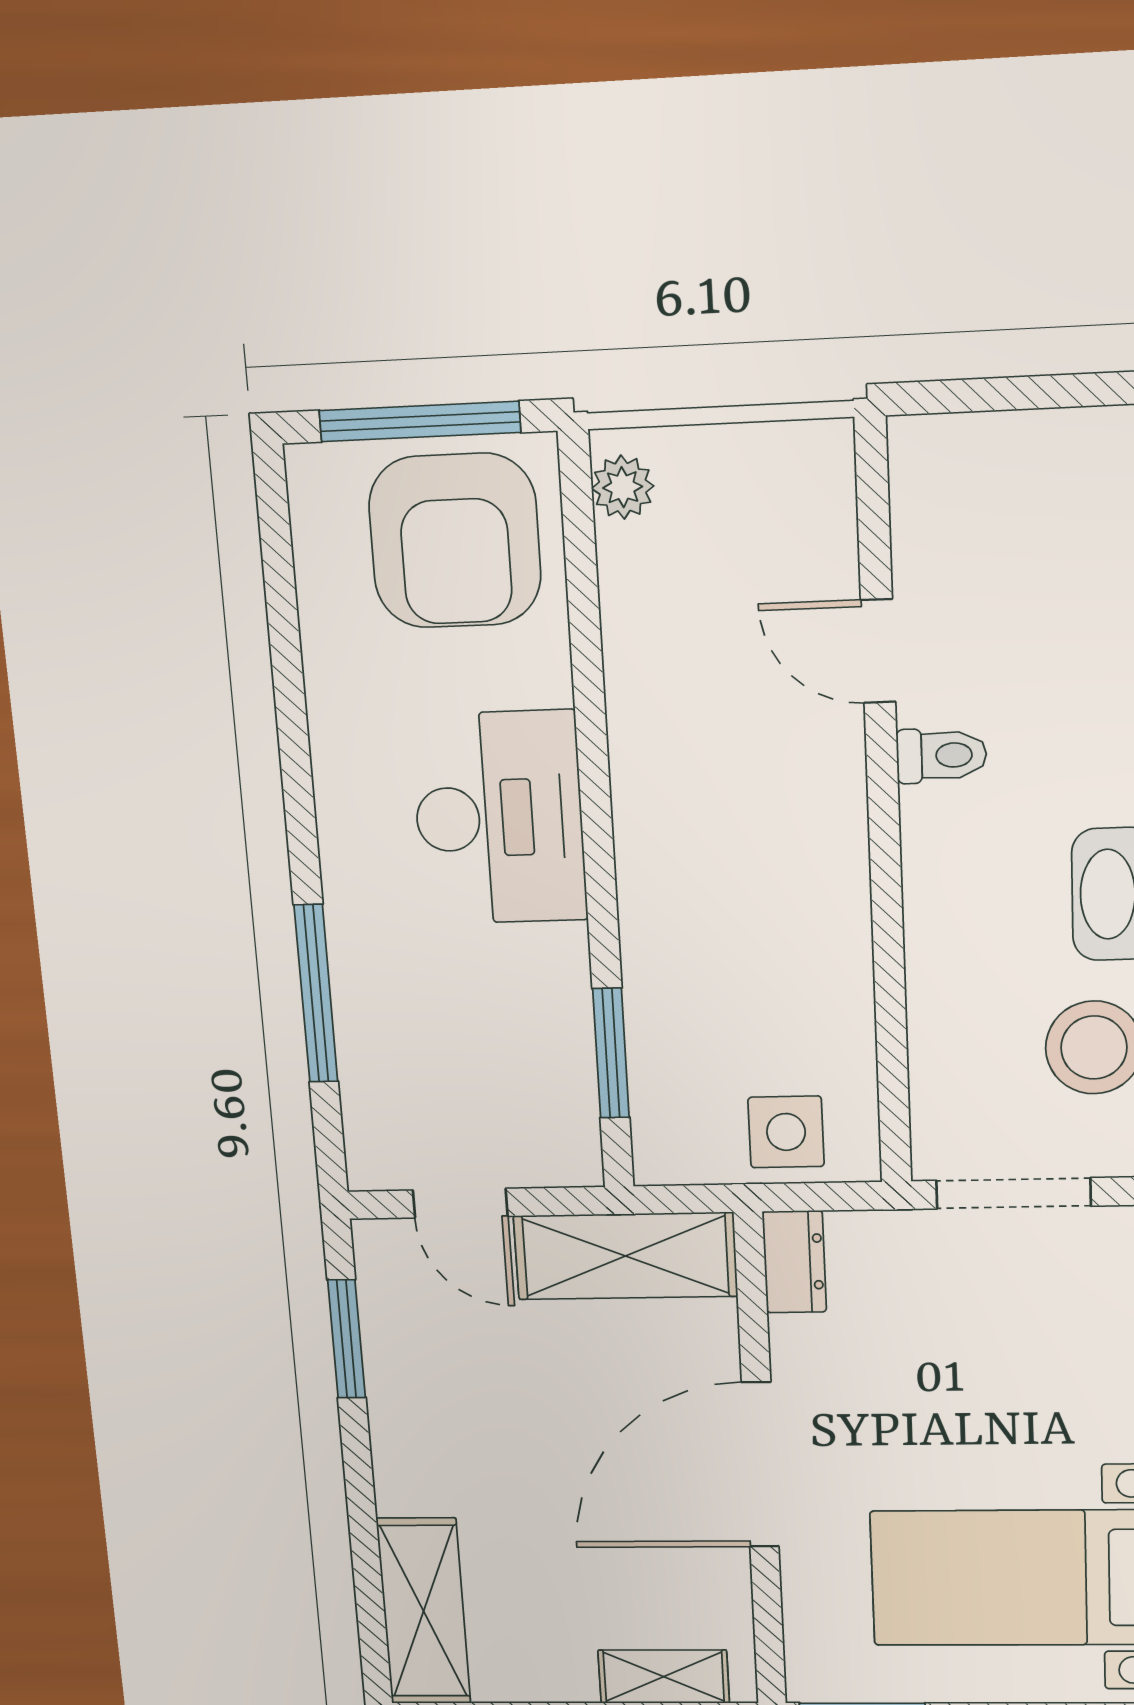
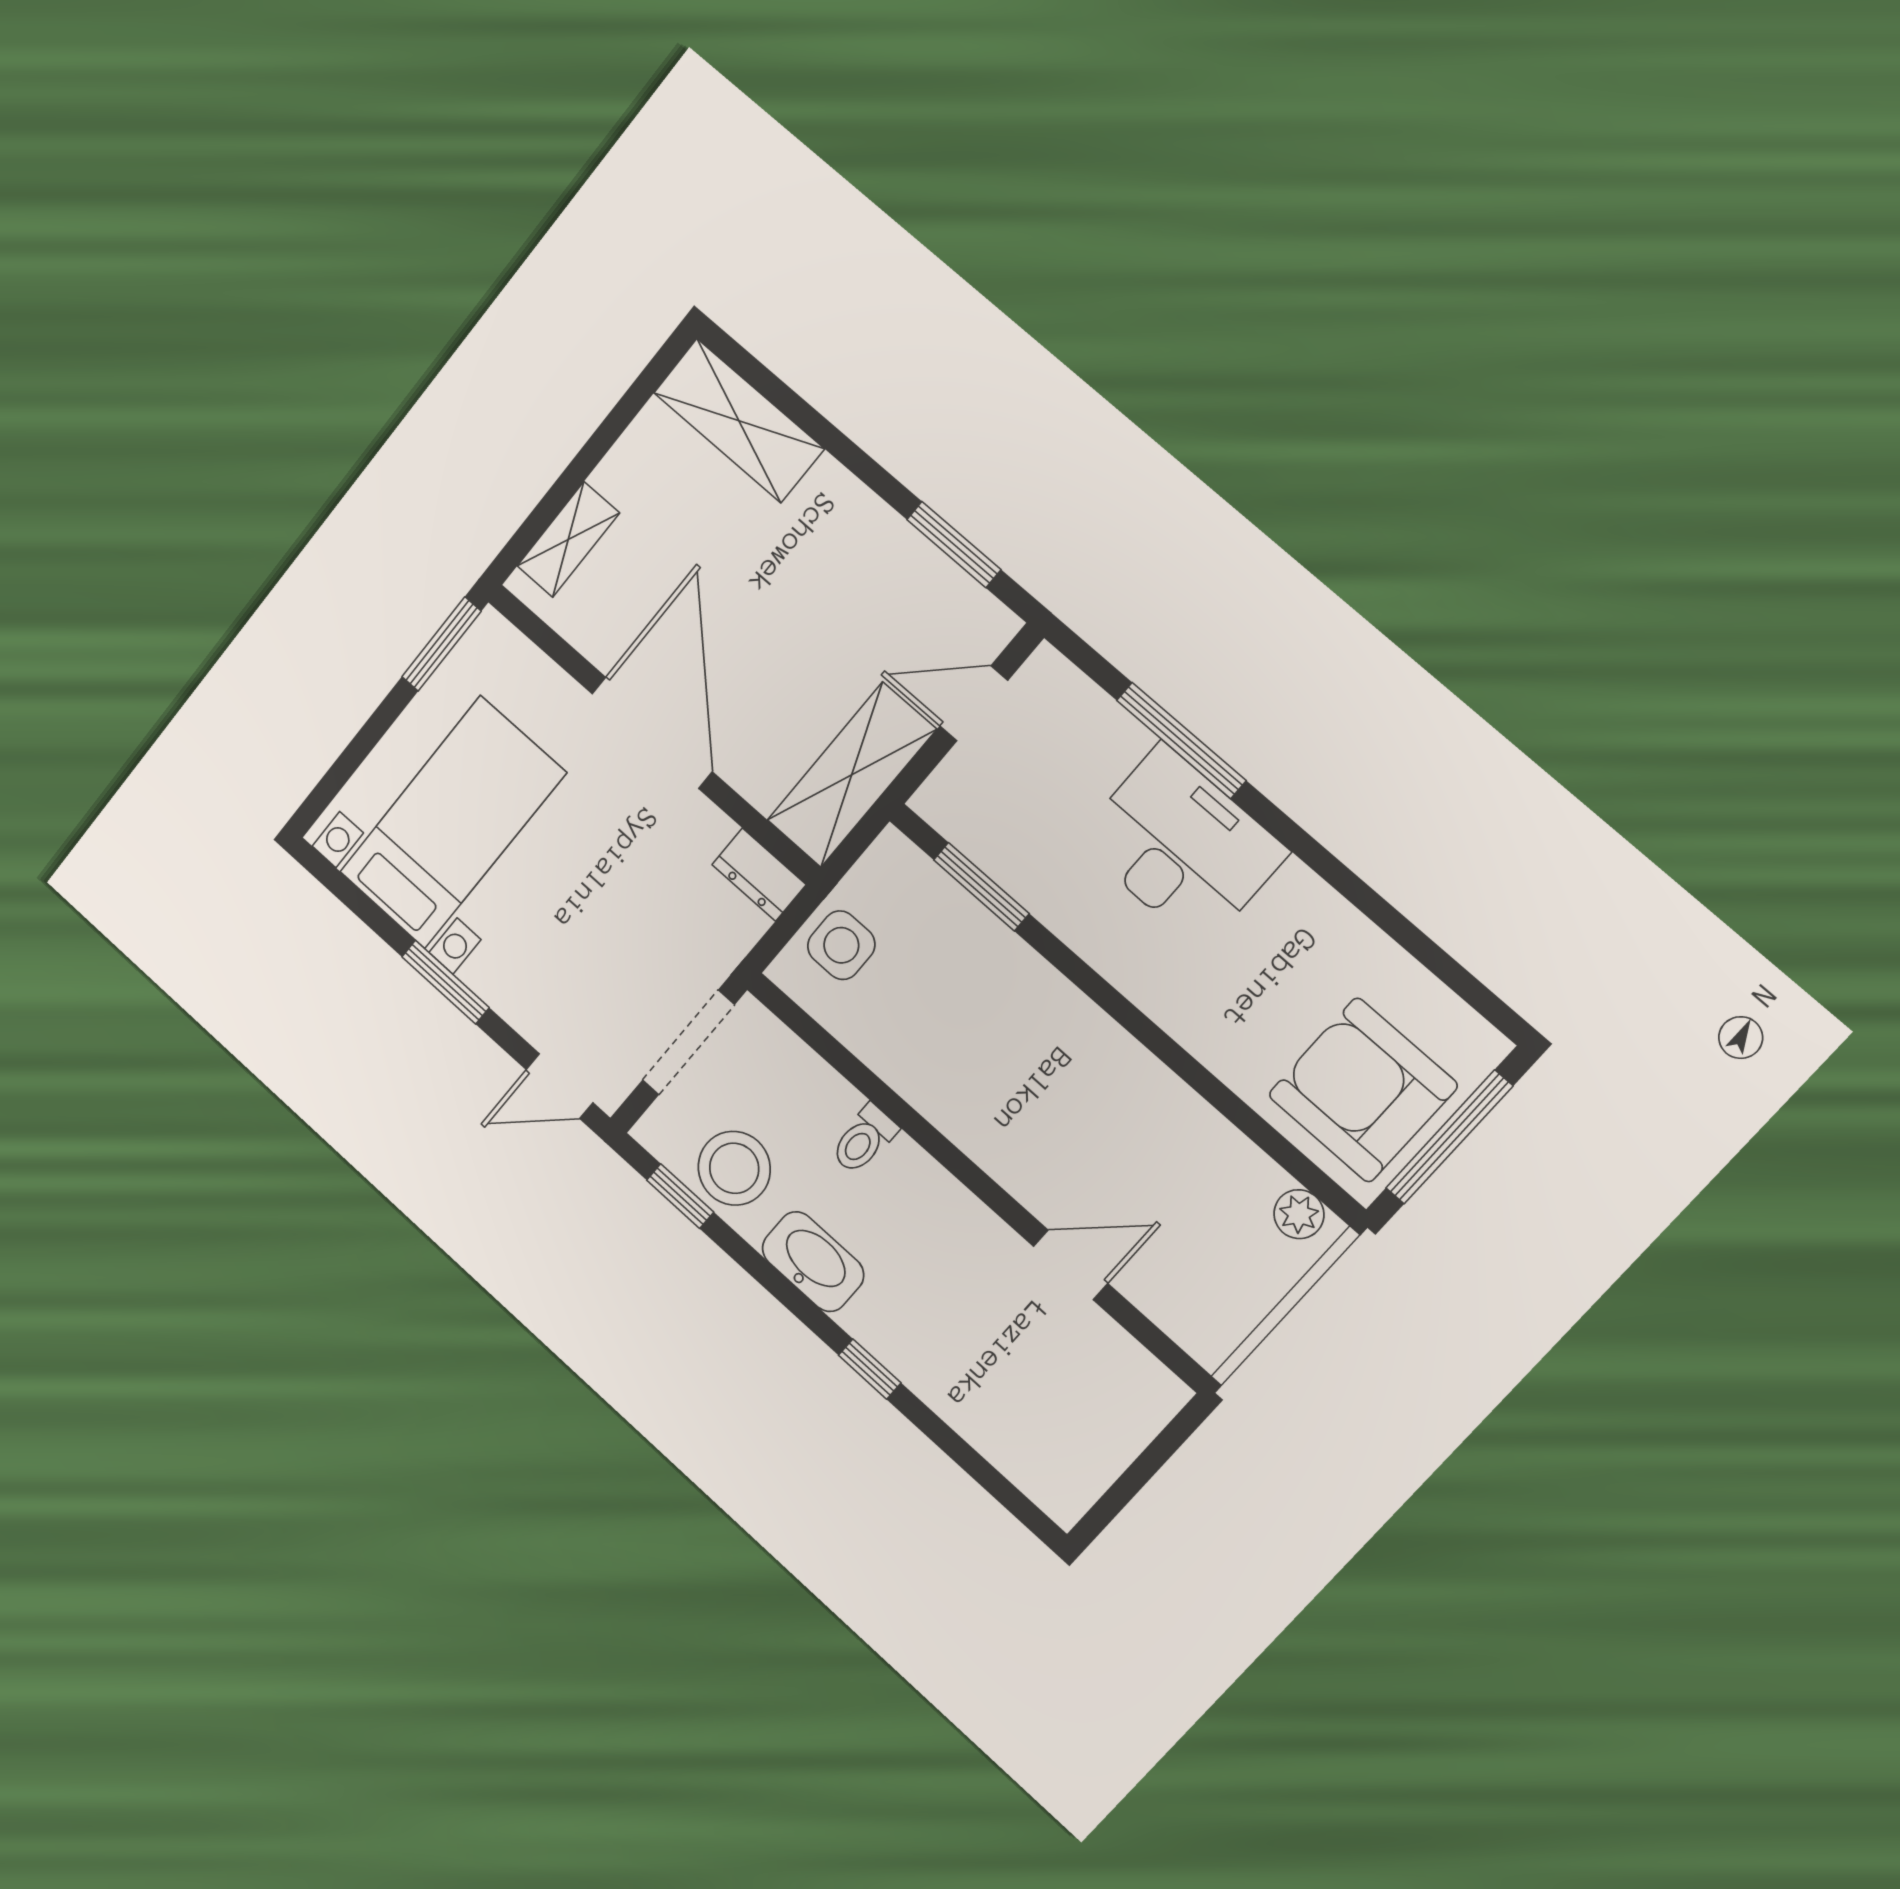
toilet: (941, 755) -> (864, 1139), moved
desk: (499, 818) -> (1182, 846), moved, turned 180

